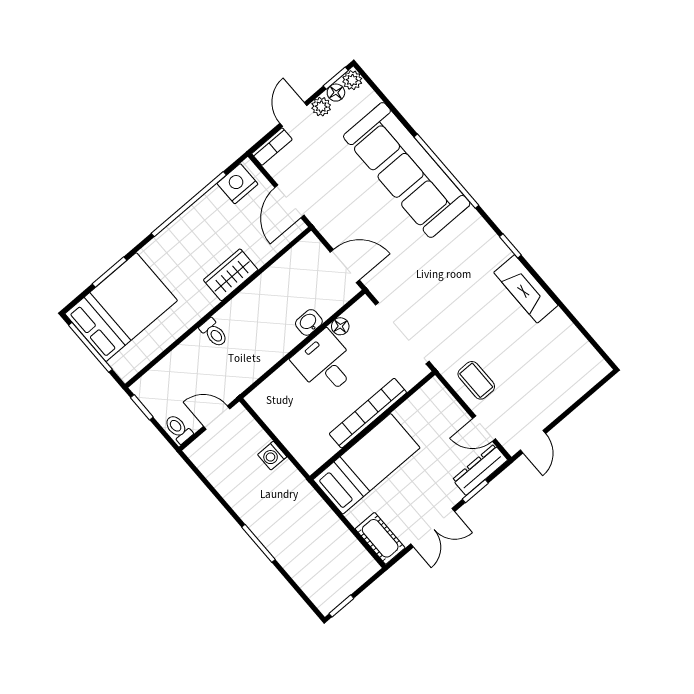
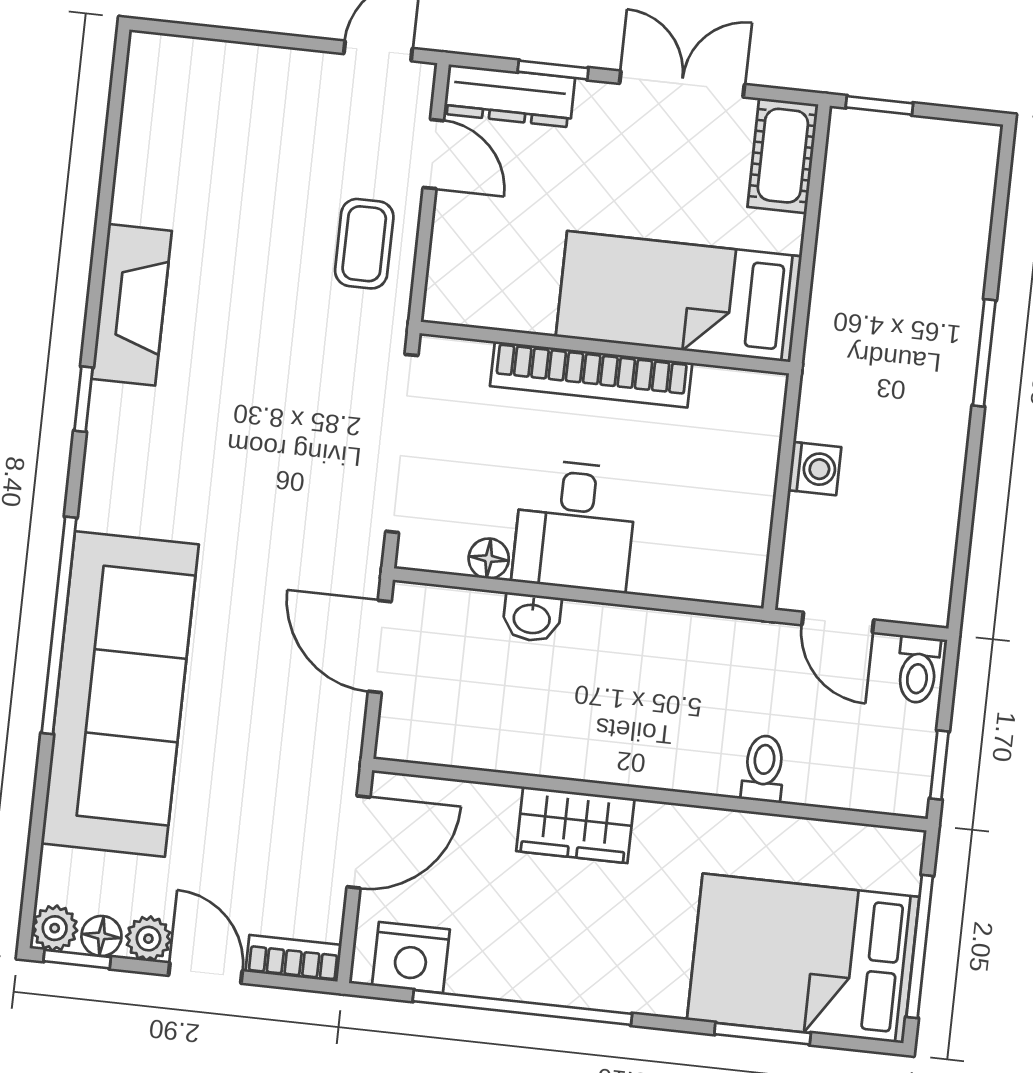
door: (293, 114) -> (205, 973), swing flipped
toilet: (214, 333) -> (763, 768), moved
window: (341, 606) -> (879, 105), moved

